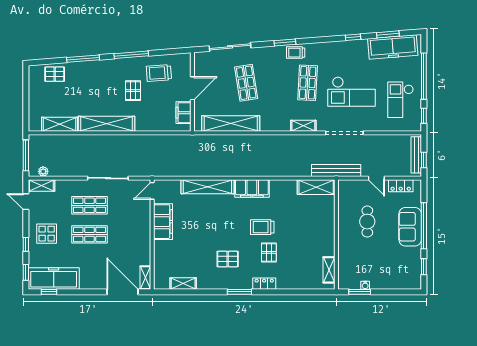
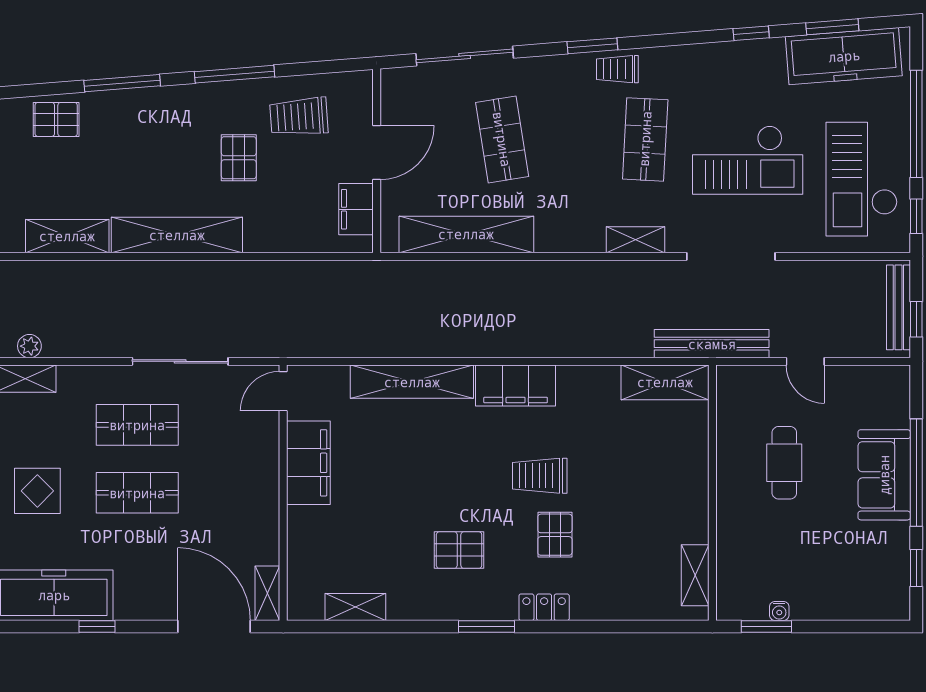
checkout: (401, 100) -> (862, 179), width x1.36, depth x1.21
locker: (401, 186) -> (862, 379), removed
window: (49, 292) -> (97, 626), moved

